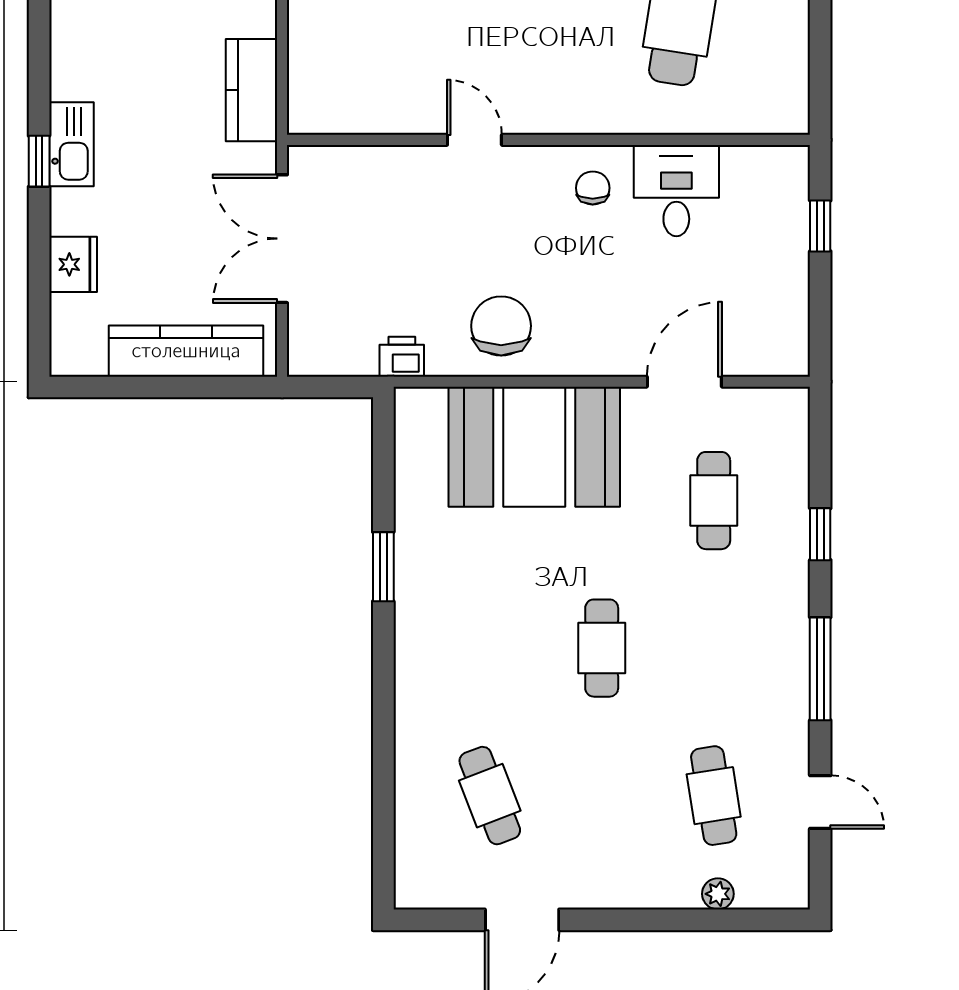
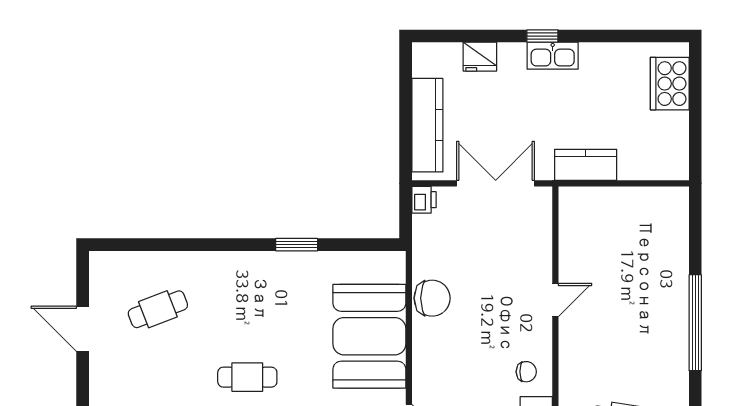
chair: (501, 326) -> (432, 298), moved
printer: (402, 357) -> (424, 200), moved

